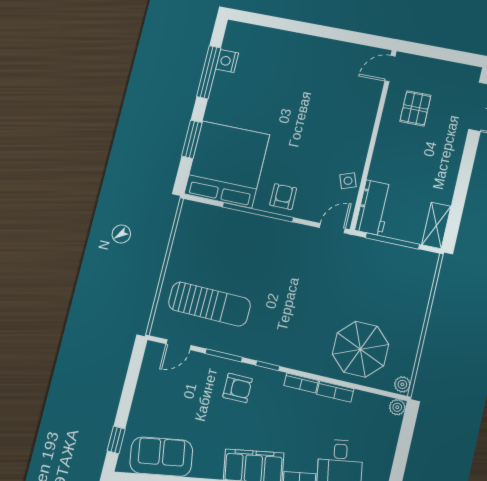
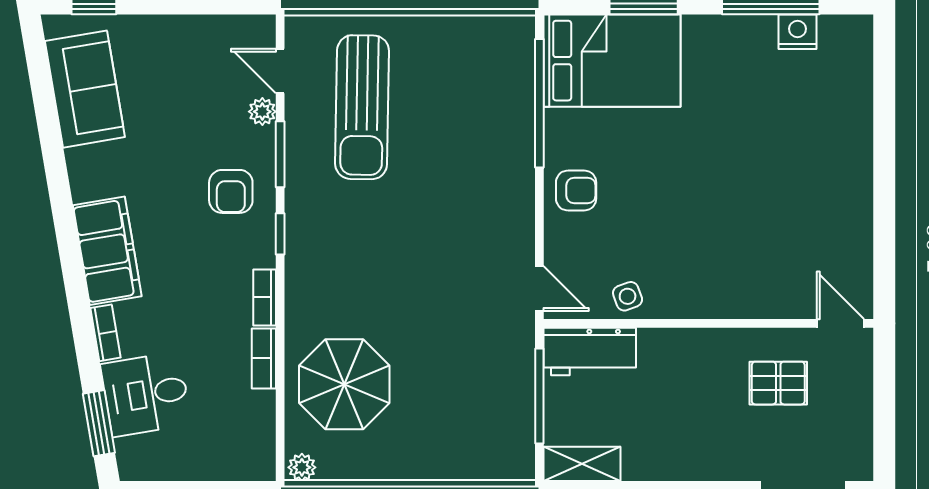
bed: (227, 164) -> (612, 61), width x0.73
window: (258, 212) -> (539, 103), moved
plant: (397, 407) -> (262, 112), moved

